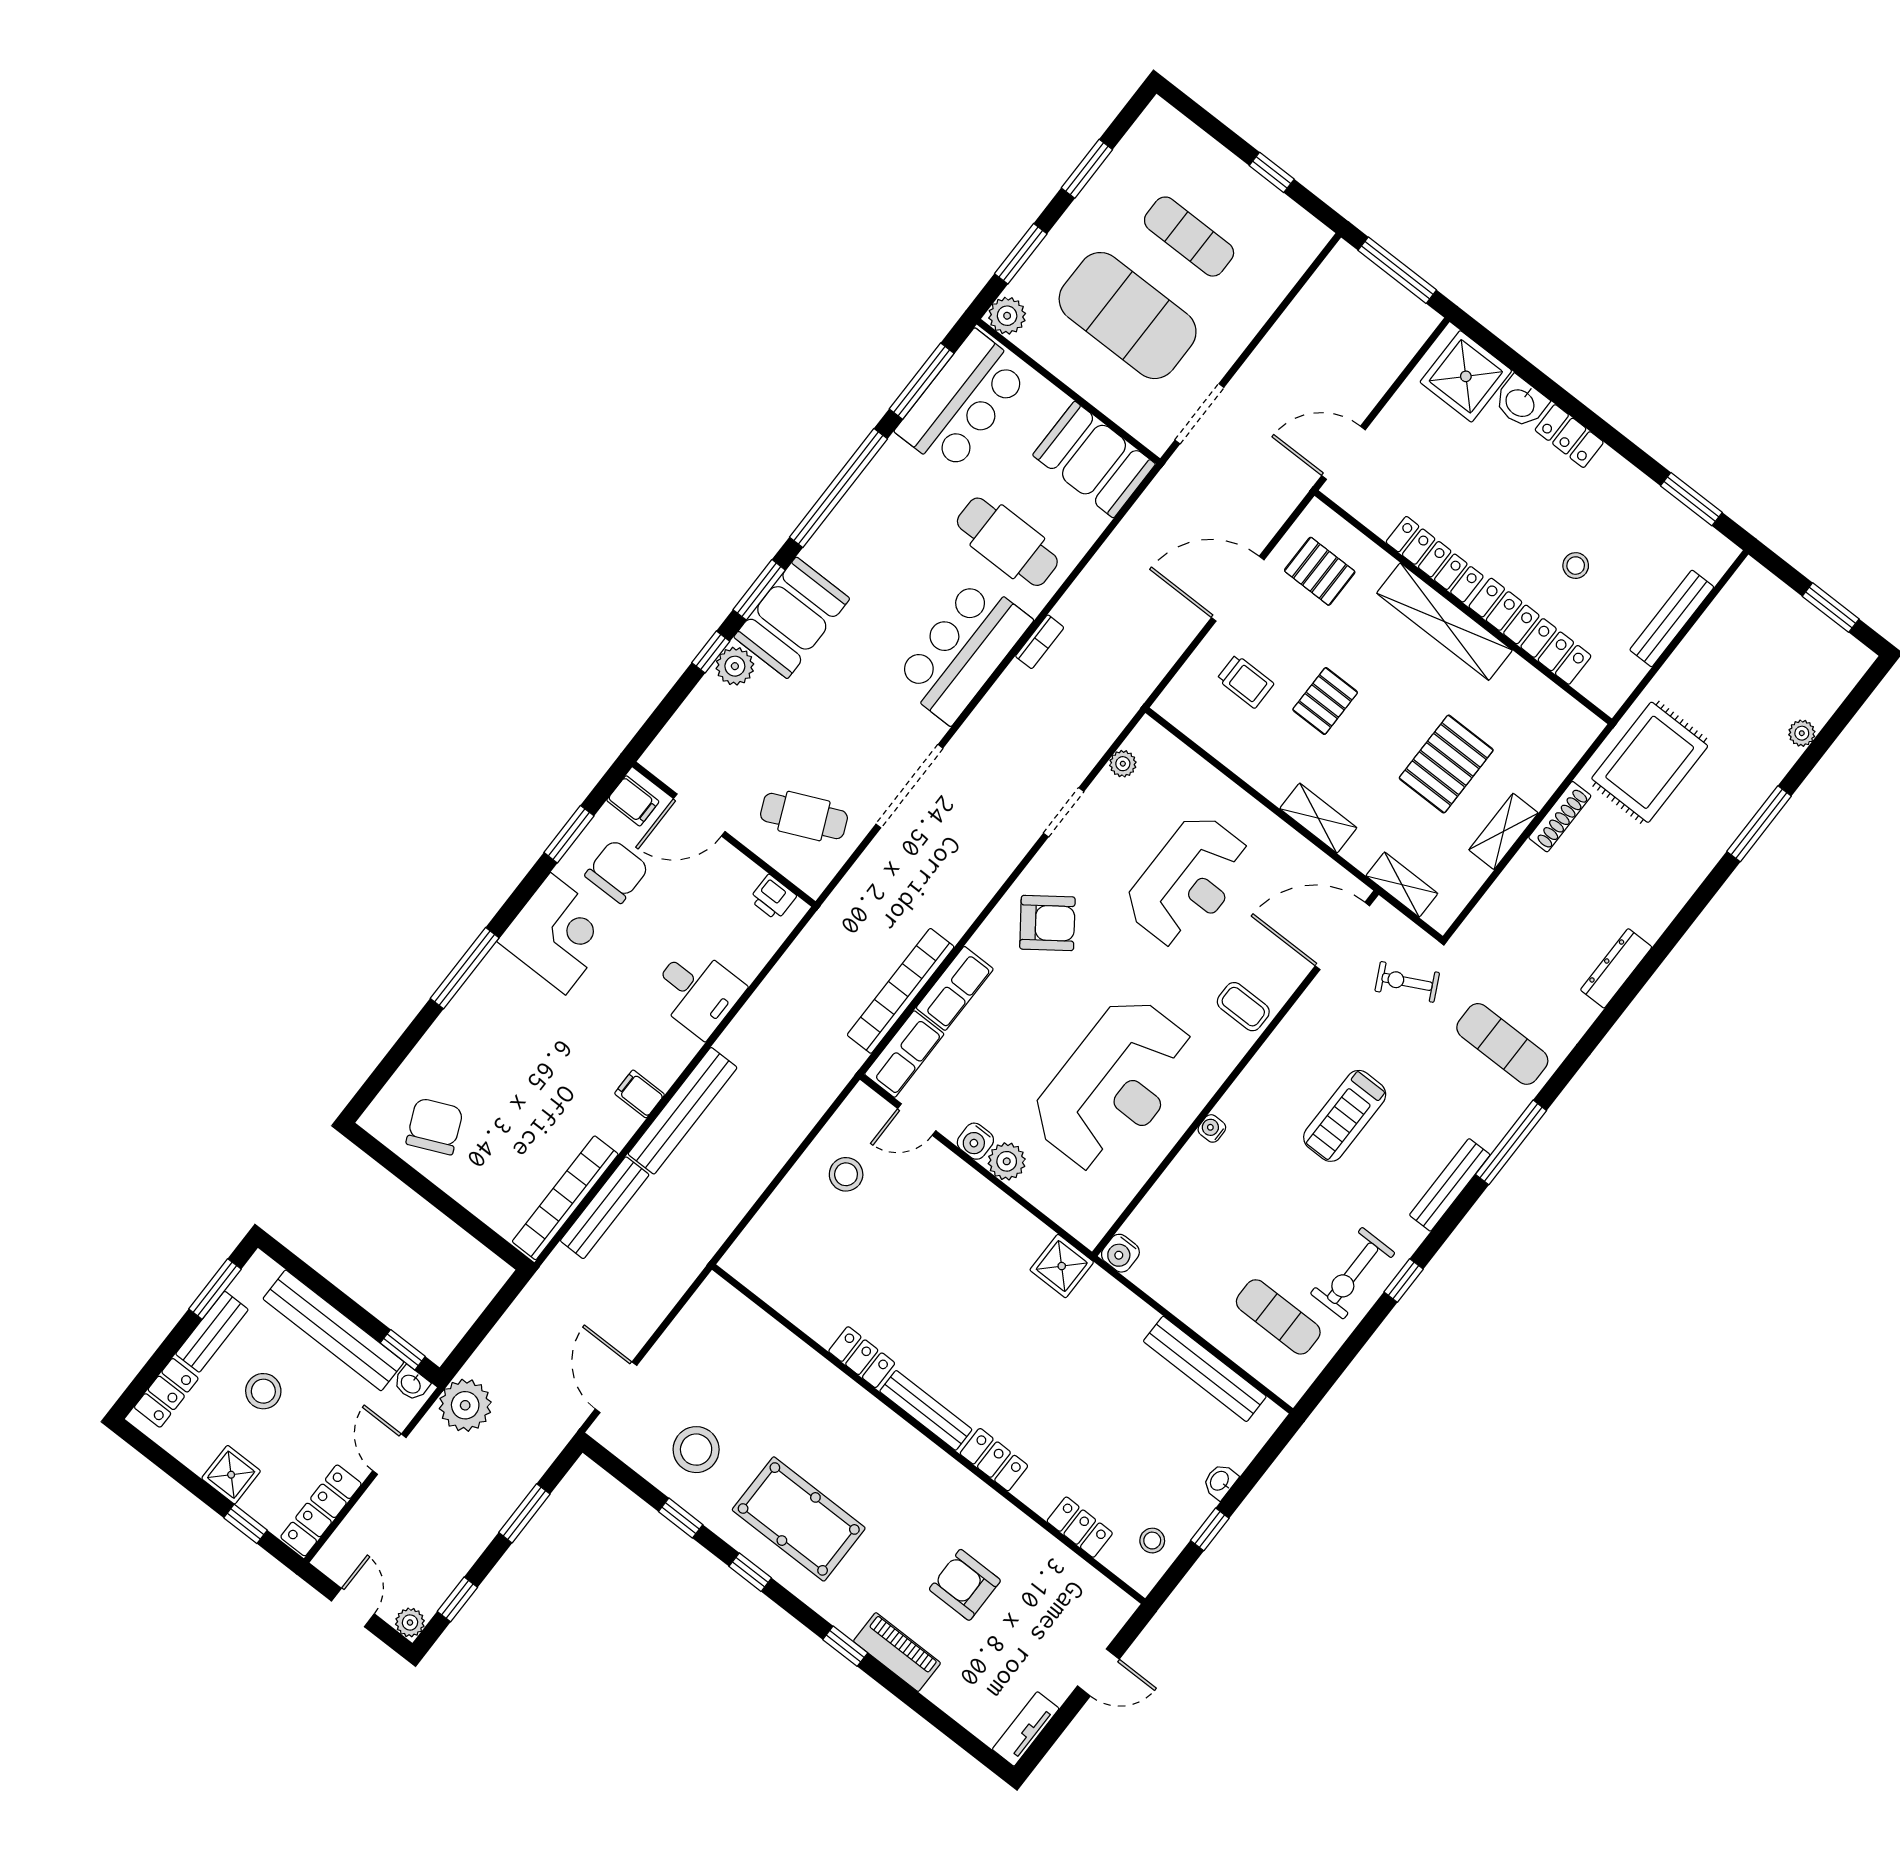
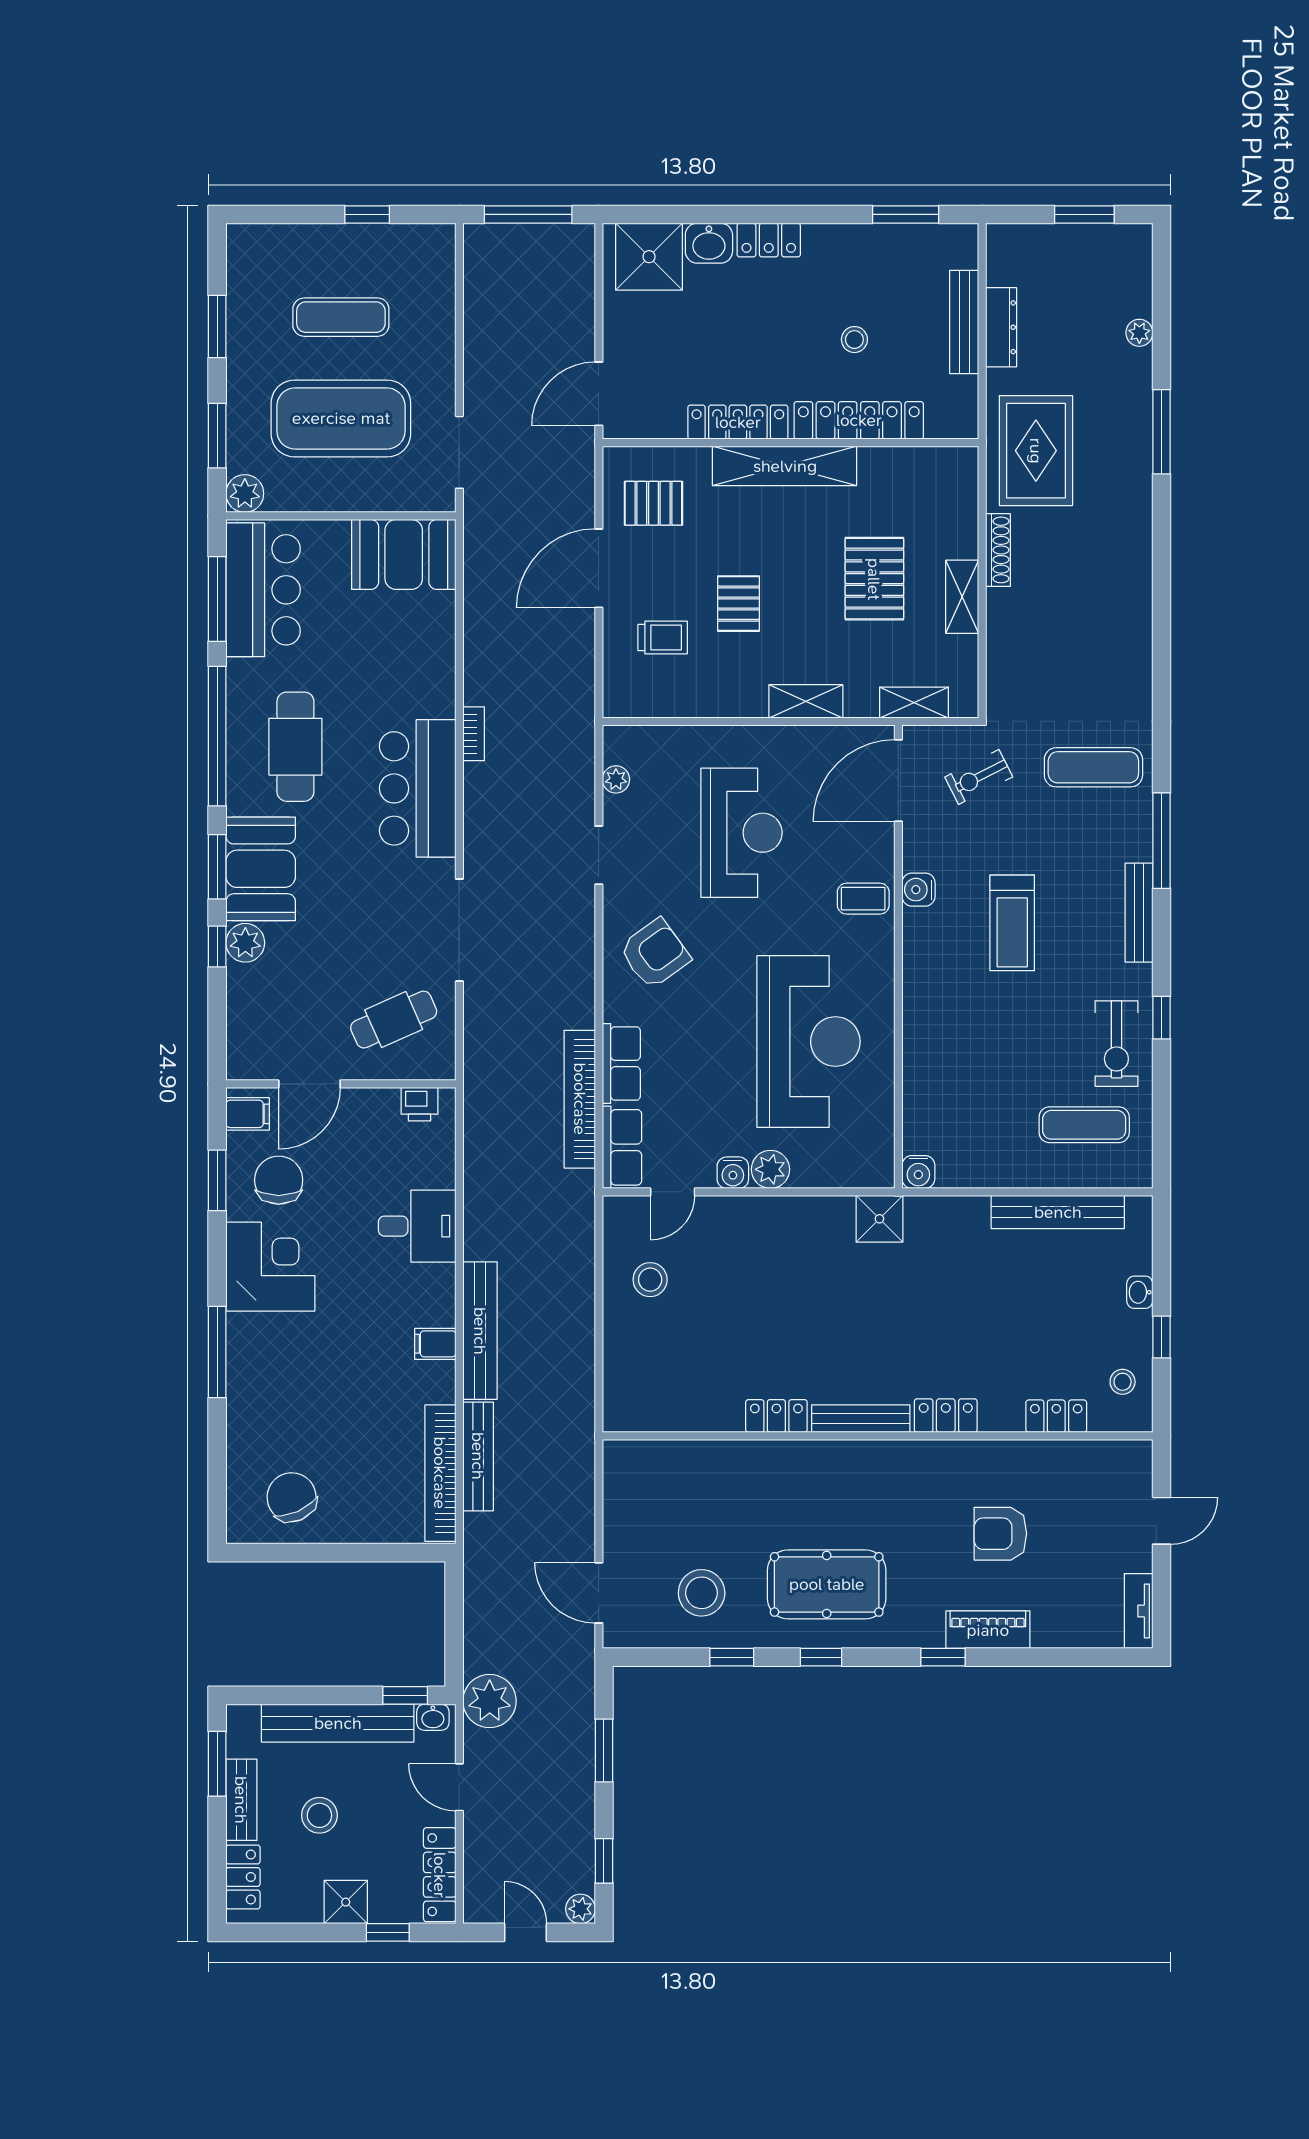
cafe table: (1007, 542) -> (295, 747), moved, turned 90
dresser: (1616, 968) -> (1001, 327), moved, turned 180
water cooler: (1212, 1128) -> (918, 890), moved, width x1.38, depth x1.38

